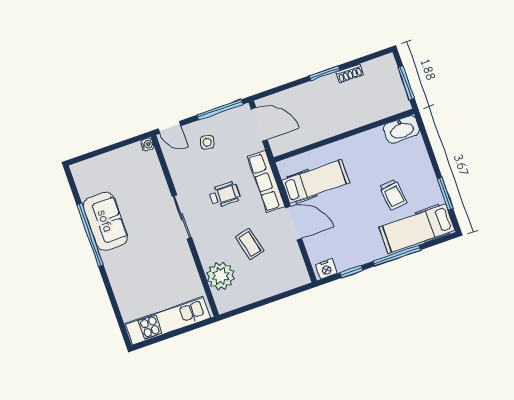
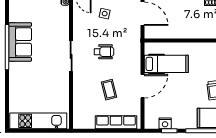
row of seats: (266, 182) -> (116, 122), moved, turned 90
door: (294, 223) -> (143, 86), hinge flipped
nightstand: (326, 269) -> (165, 123), moved
plant: (221, 276) -> (83, 104), removed

